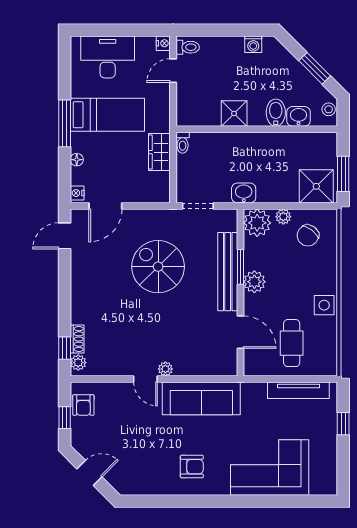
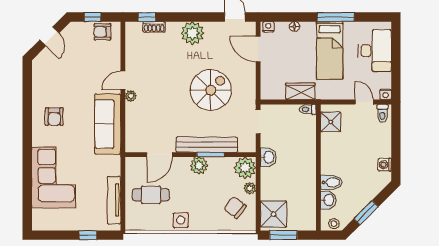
shower: (234, 113) -> (331, 122), moved
window: (65, 123) -> (336, 17), moved
plant: (78, 363) -> (192, 33), moved, width x1.87, depth x1.87

